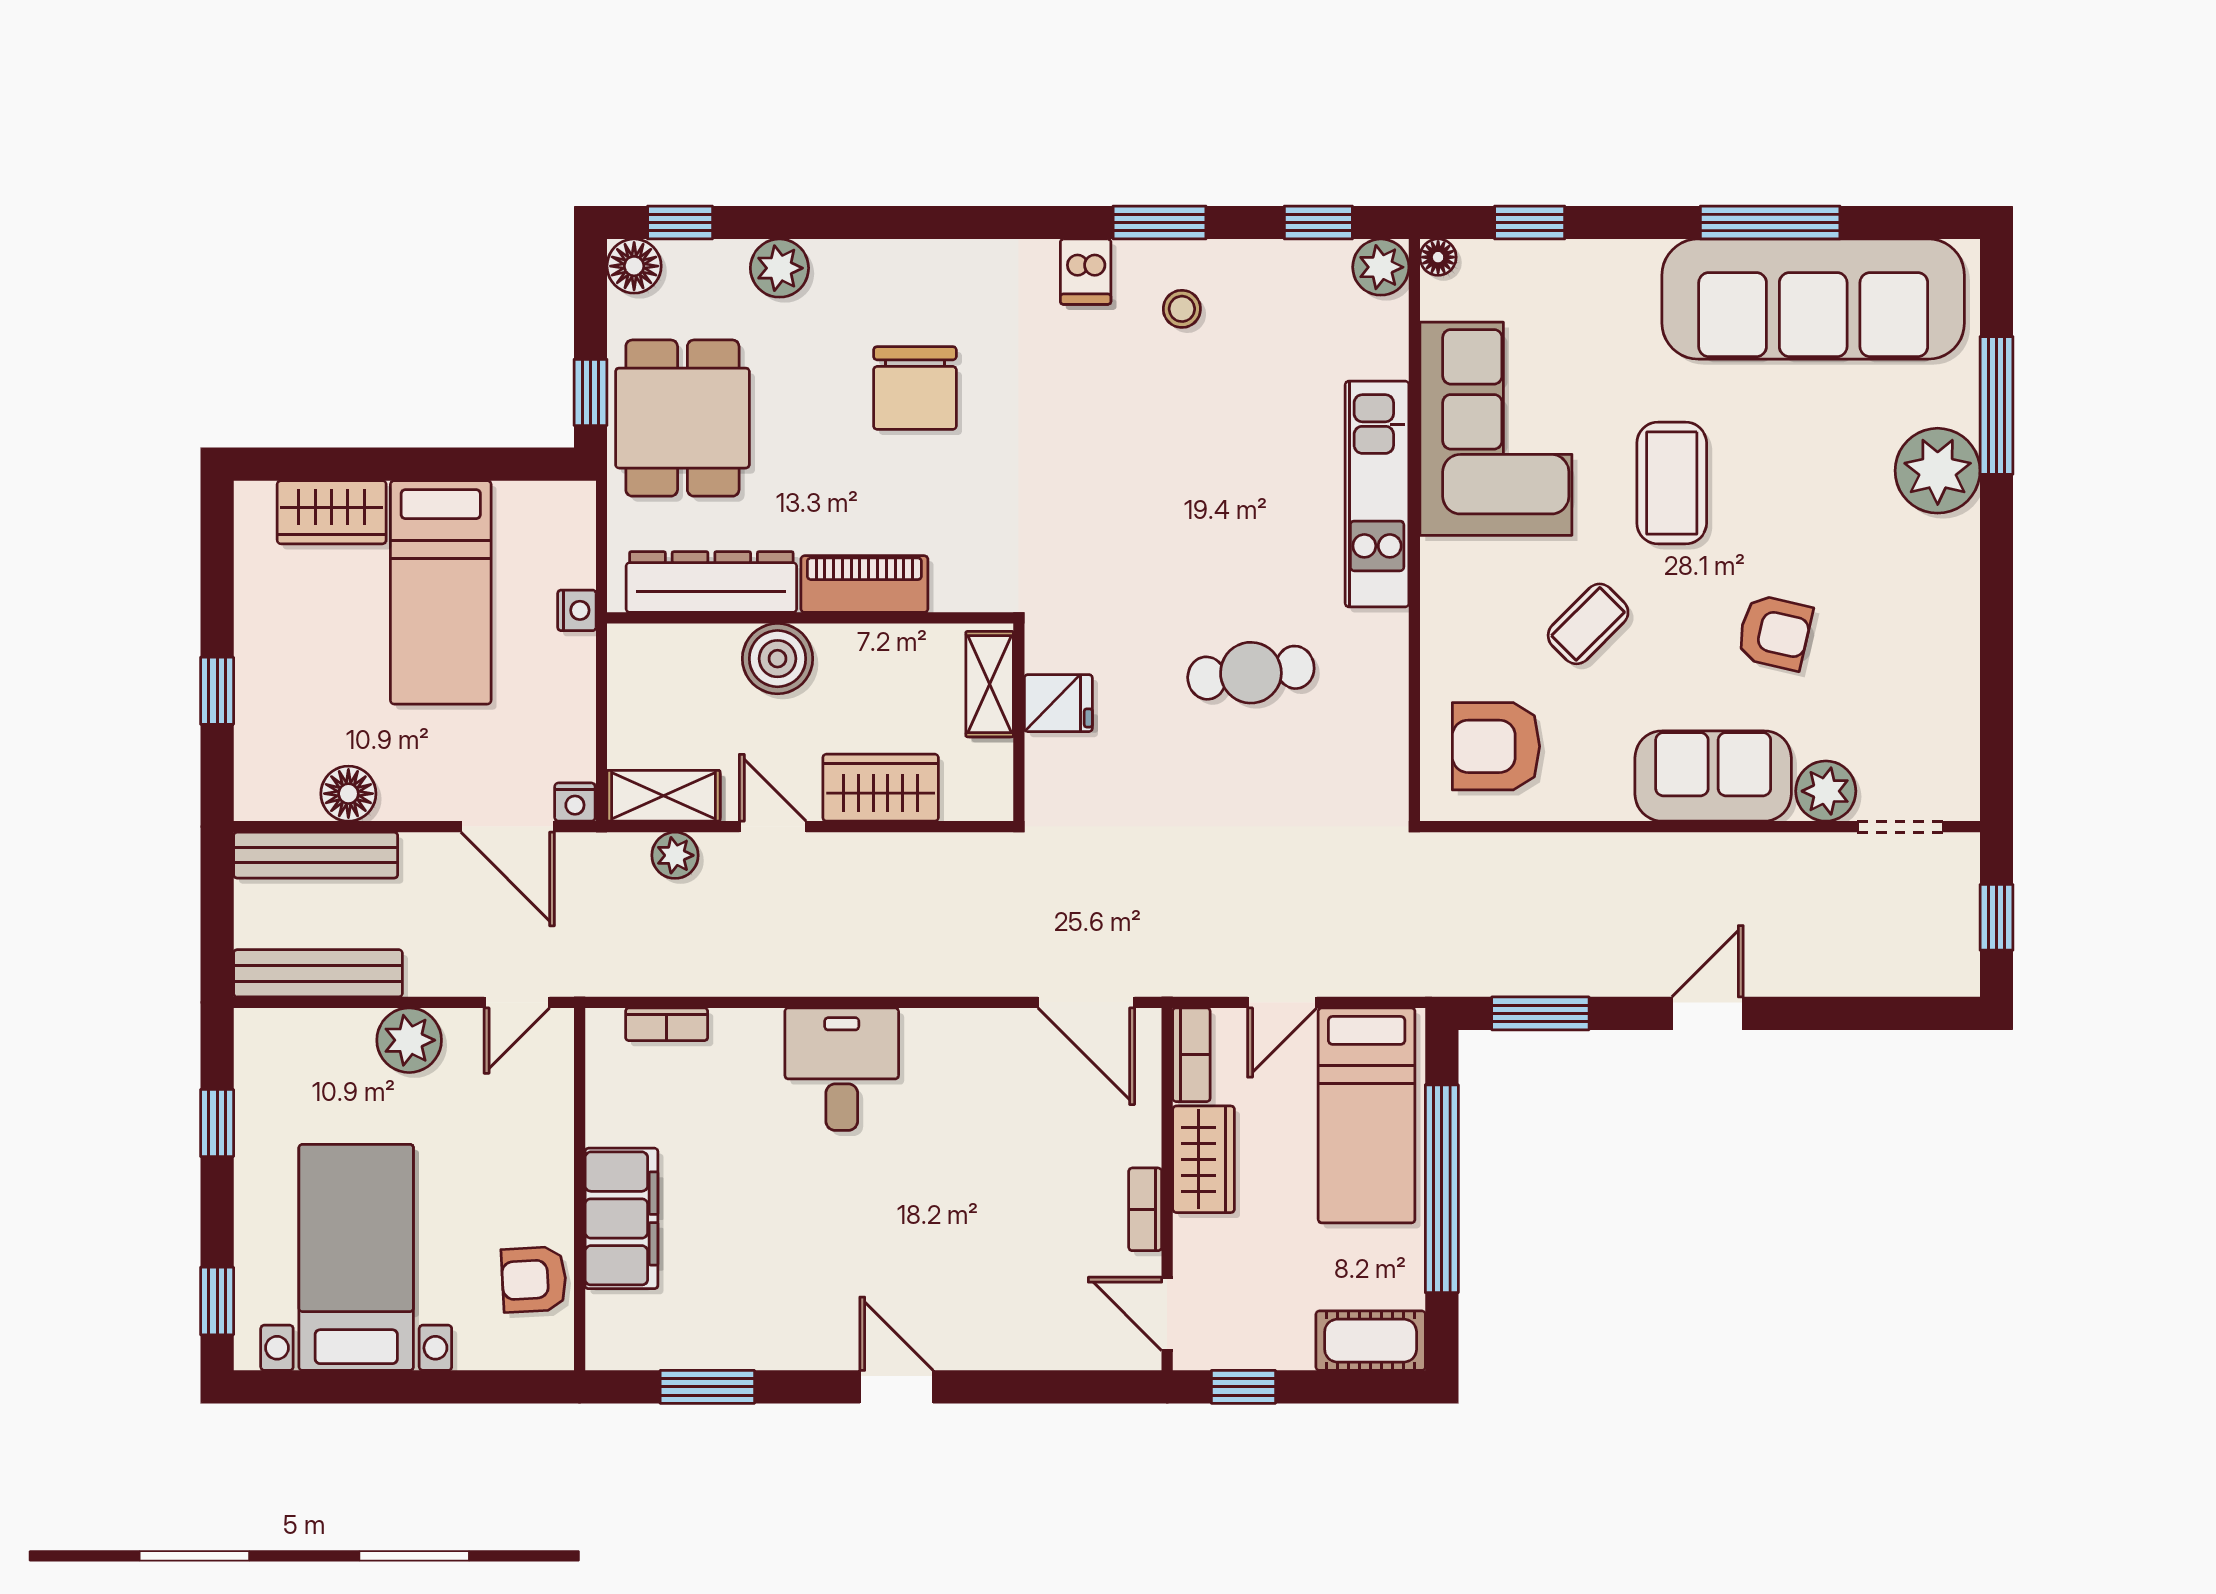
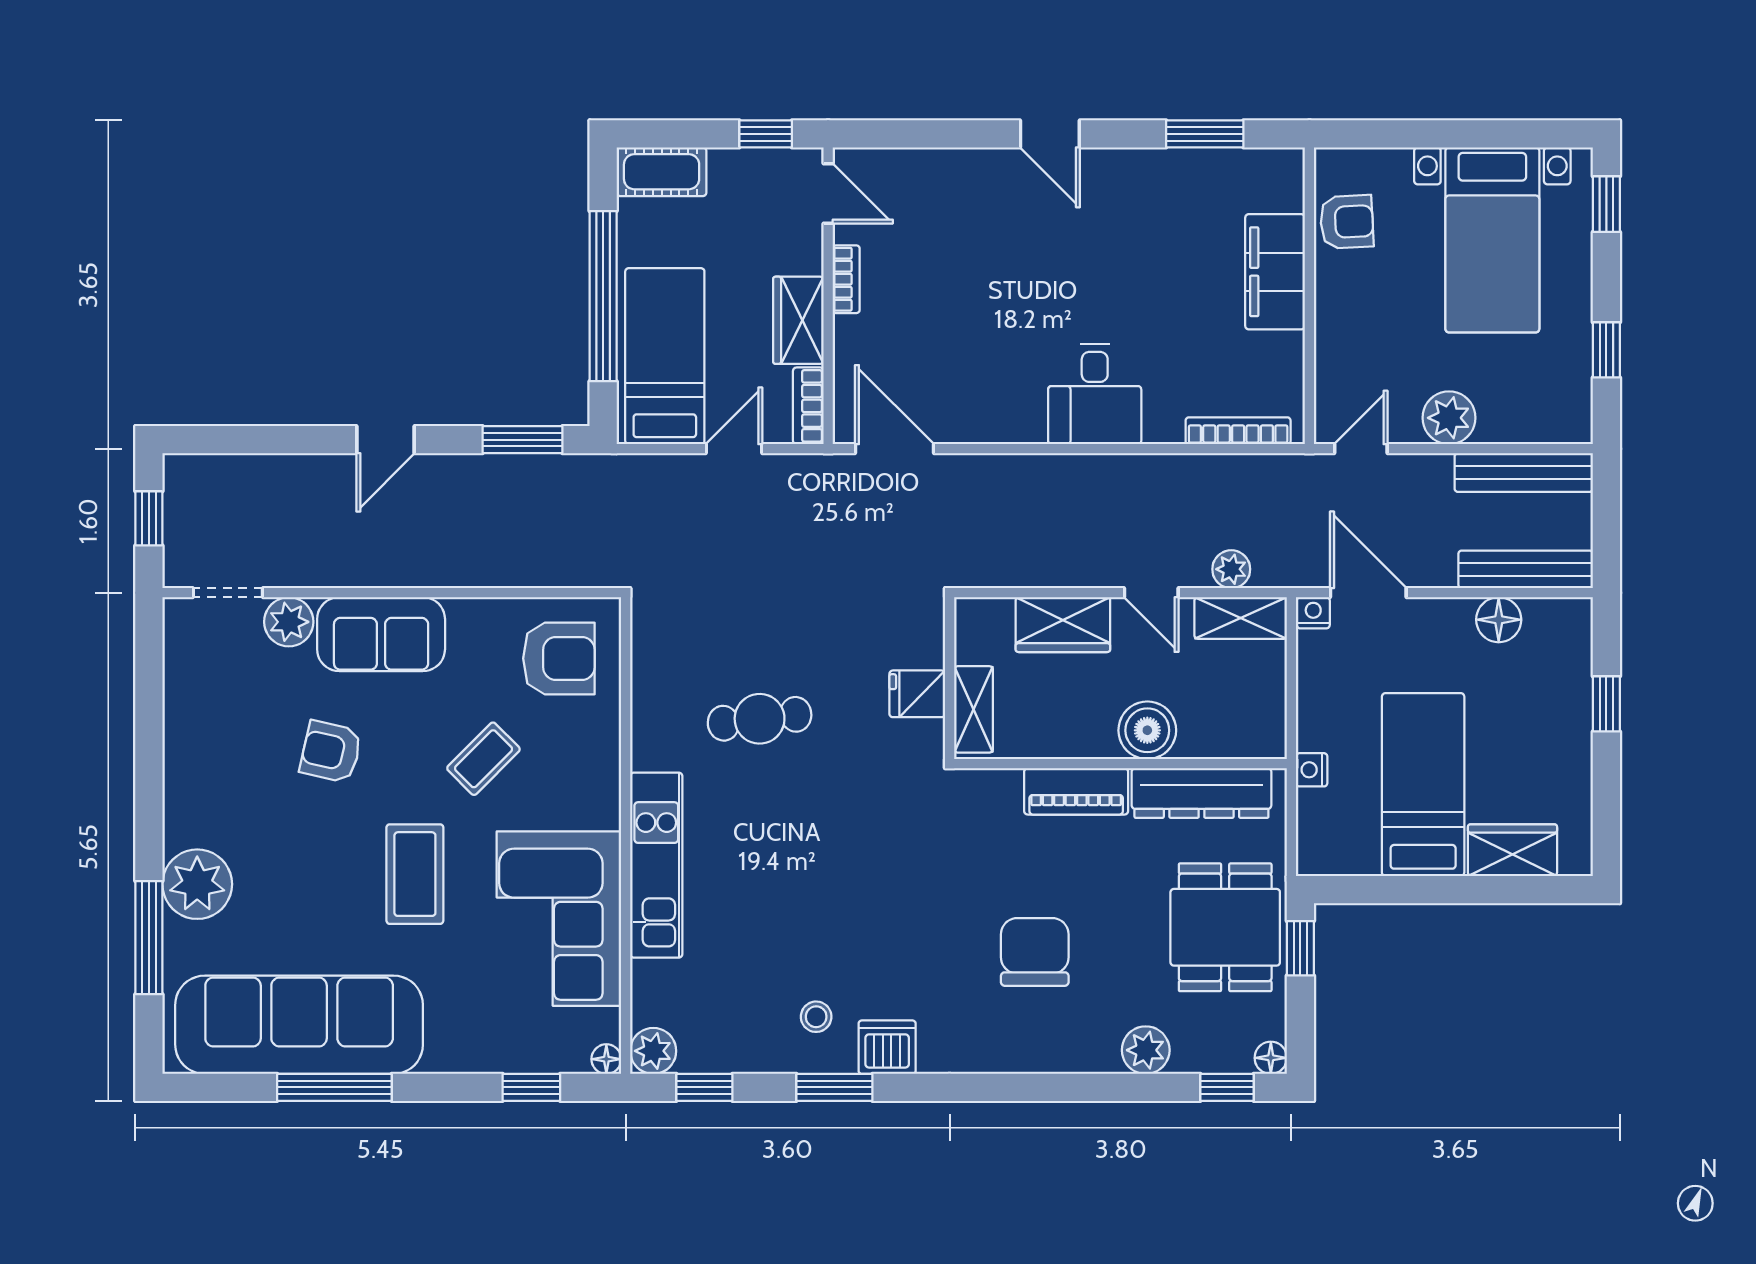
floor lamp: (634, 266) -> (1271, 1058), width x0.73, depth x0.73
dishwasher: (1086, 272) -> (887, 1047), width x1.38
bookcase: (667, 1024) -> (1238, 431), width x1.56

